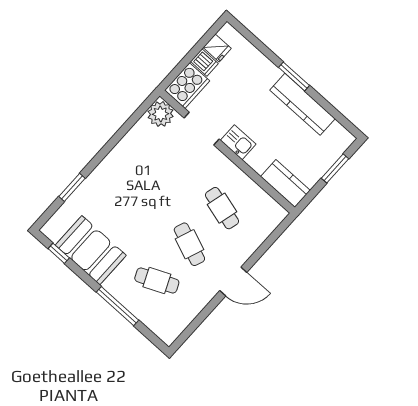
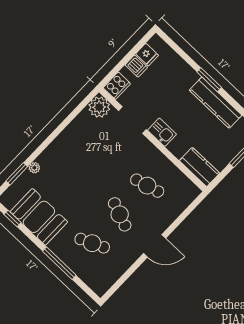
cooker: (187, 86) -> (117, 86), width x0.73, depth x0.76
window: (72, 187) -> (17, 174), moved
plant: (83, 190) -> (34, 168), added
cafe table: (222, 208) -> (147, 186), turned -30

